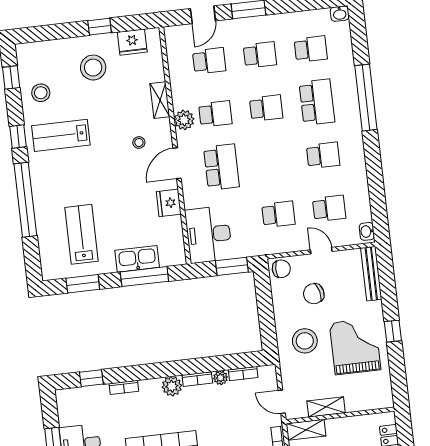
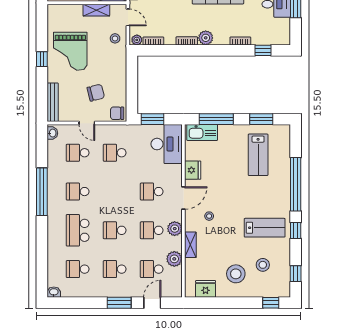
window: (100, 27) -> (271, 303), moved
plant: (180, 78) -> (174, 259), added
stool: (41, 93) -> (263, 265), moved
window: (366, 98) -> (42, 192), moved
school desk: (221, 167) -> (152, 192), width x0.54
kitchen sink: (137, 259) -> (202, 132), moved
stool: (305, 341) -> (115, 38), moved, width x0.53, depth x0.53
plant: (221, 378) -> (137, 40), moved

